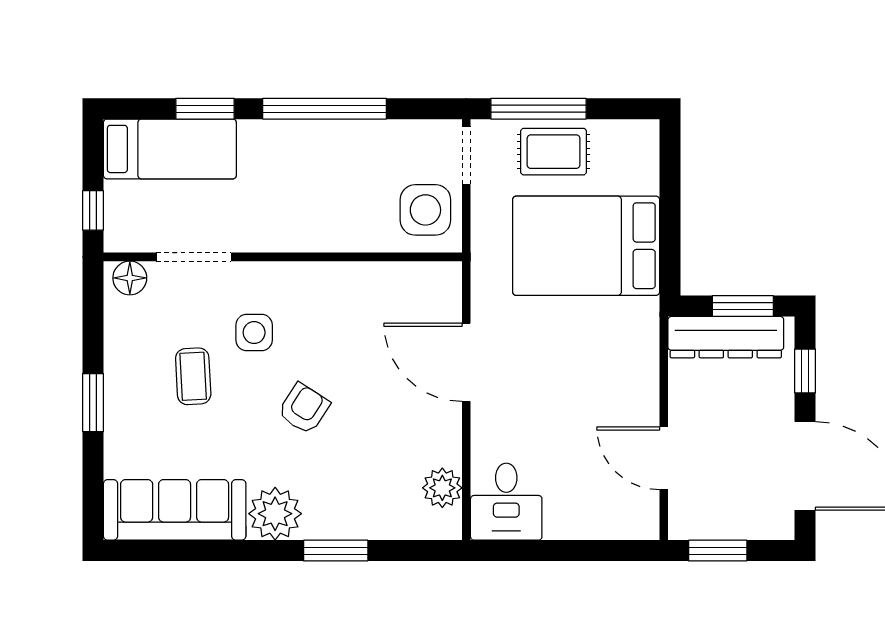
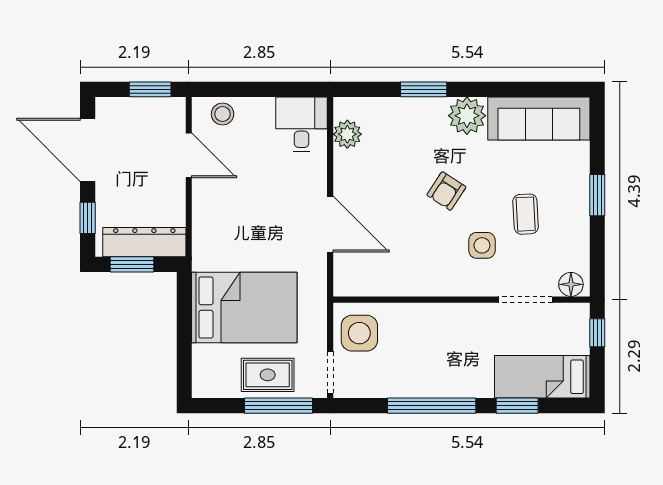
stool: (617, 516) -> (223, 114), added

